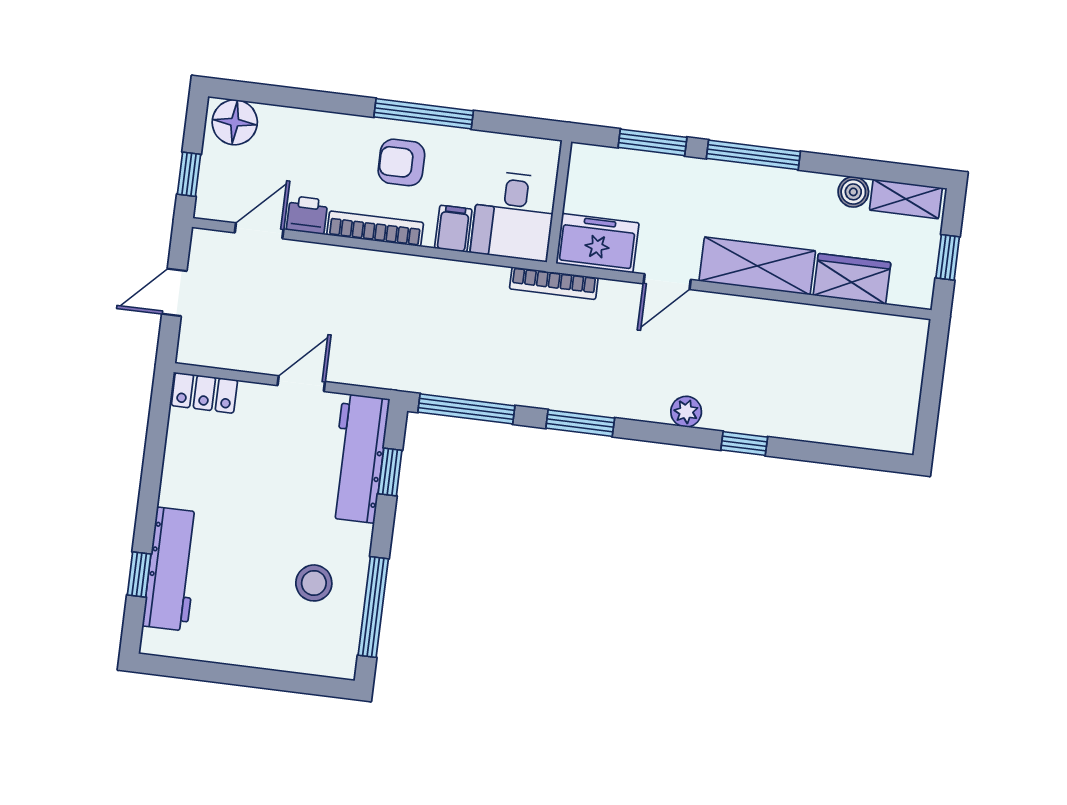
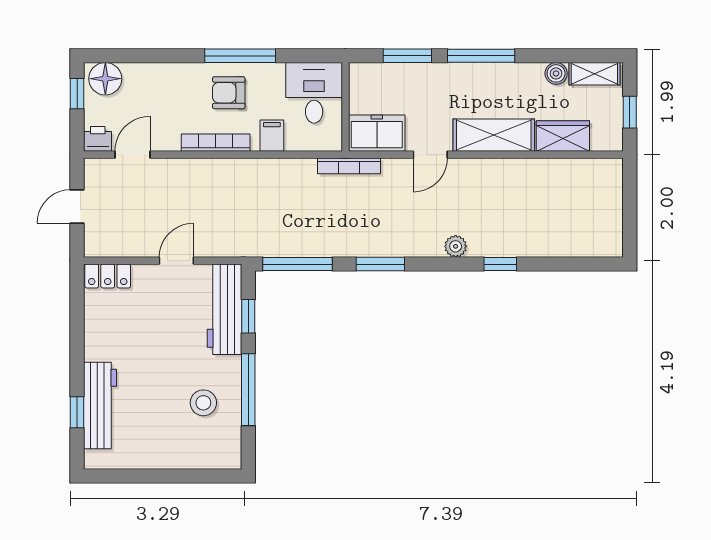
window: (189, 174) -> (77, 94), moved
printer: (307, 215) -> (98, 139), moved
desk: (514, 216) -> (314, 93), moved, turned 180
window: (373, 607) -> (248, 390), moved

